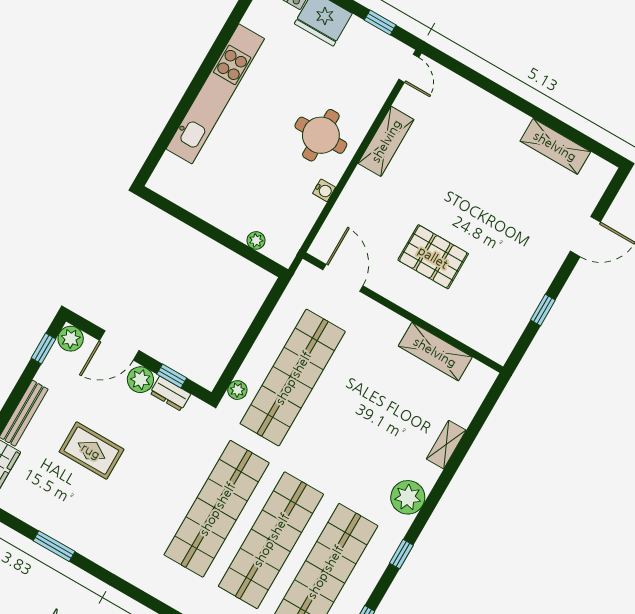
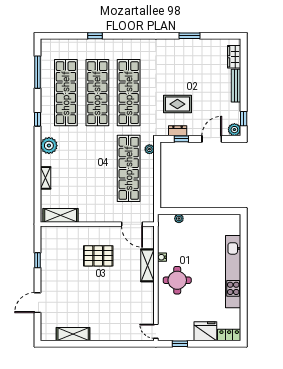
shelving: (386, 141) -> (148, 265), moved
shelving: (435, 352) -> (61, 215), moved
plant: (140, 380) -> (194, 129), removed
rug: (91, 451) -> (177, 104), moved

